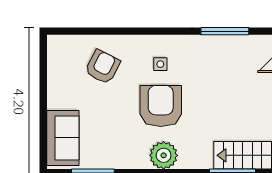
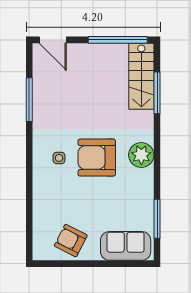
armchair: (103, 67) -> (71, 241), moved

